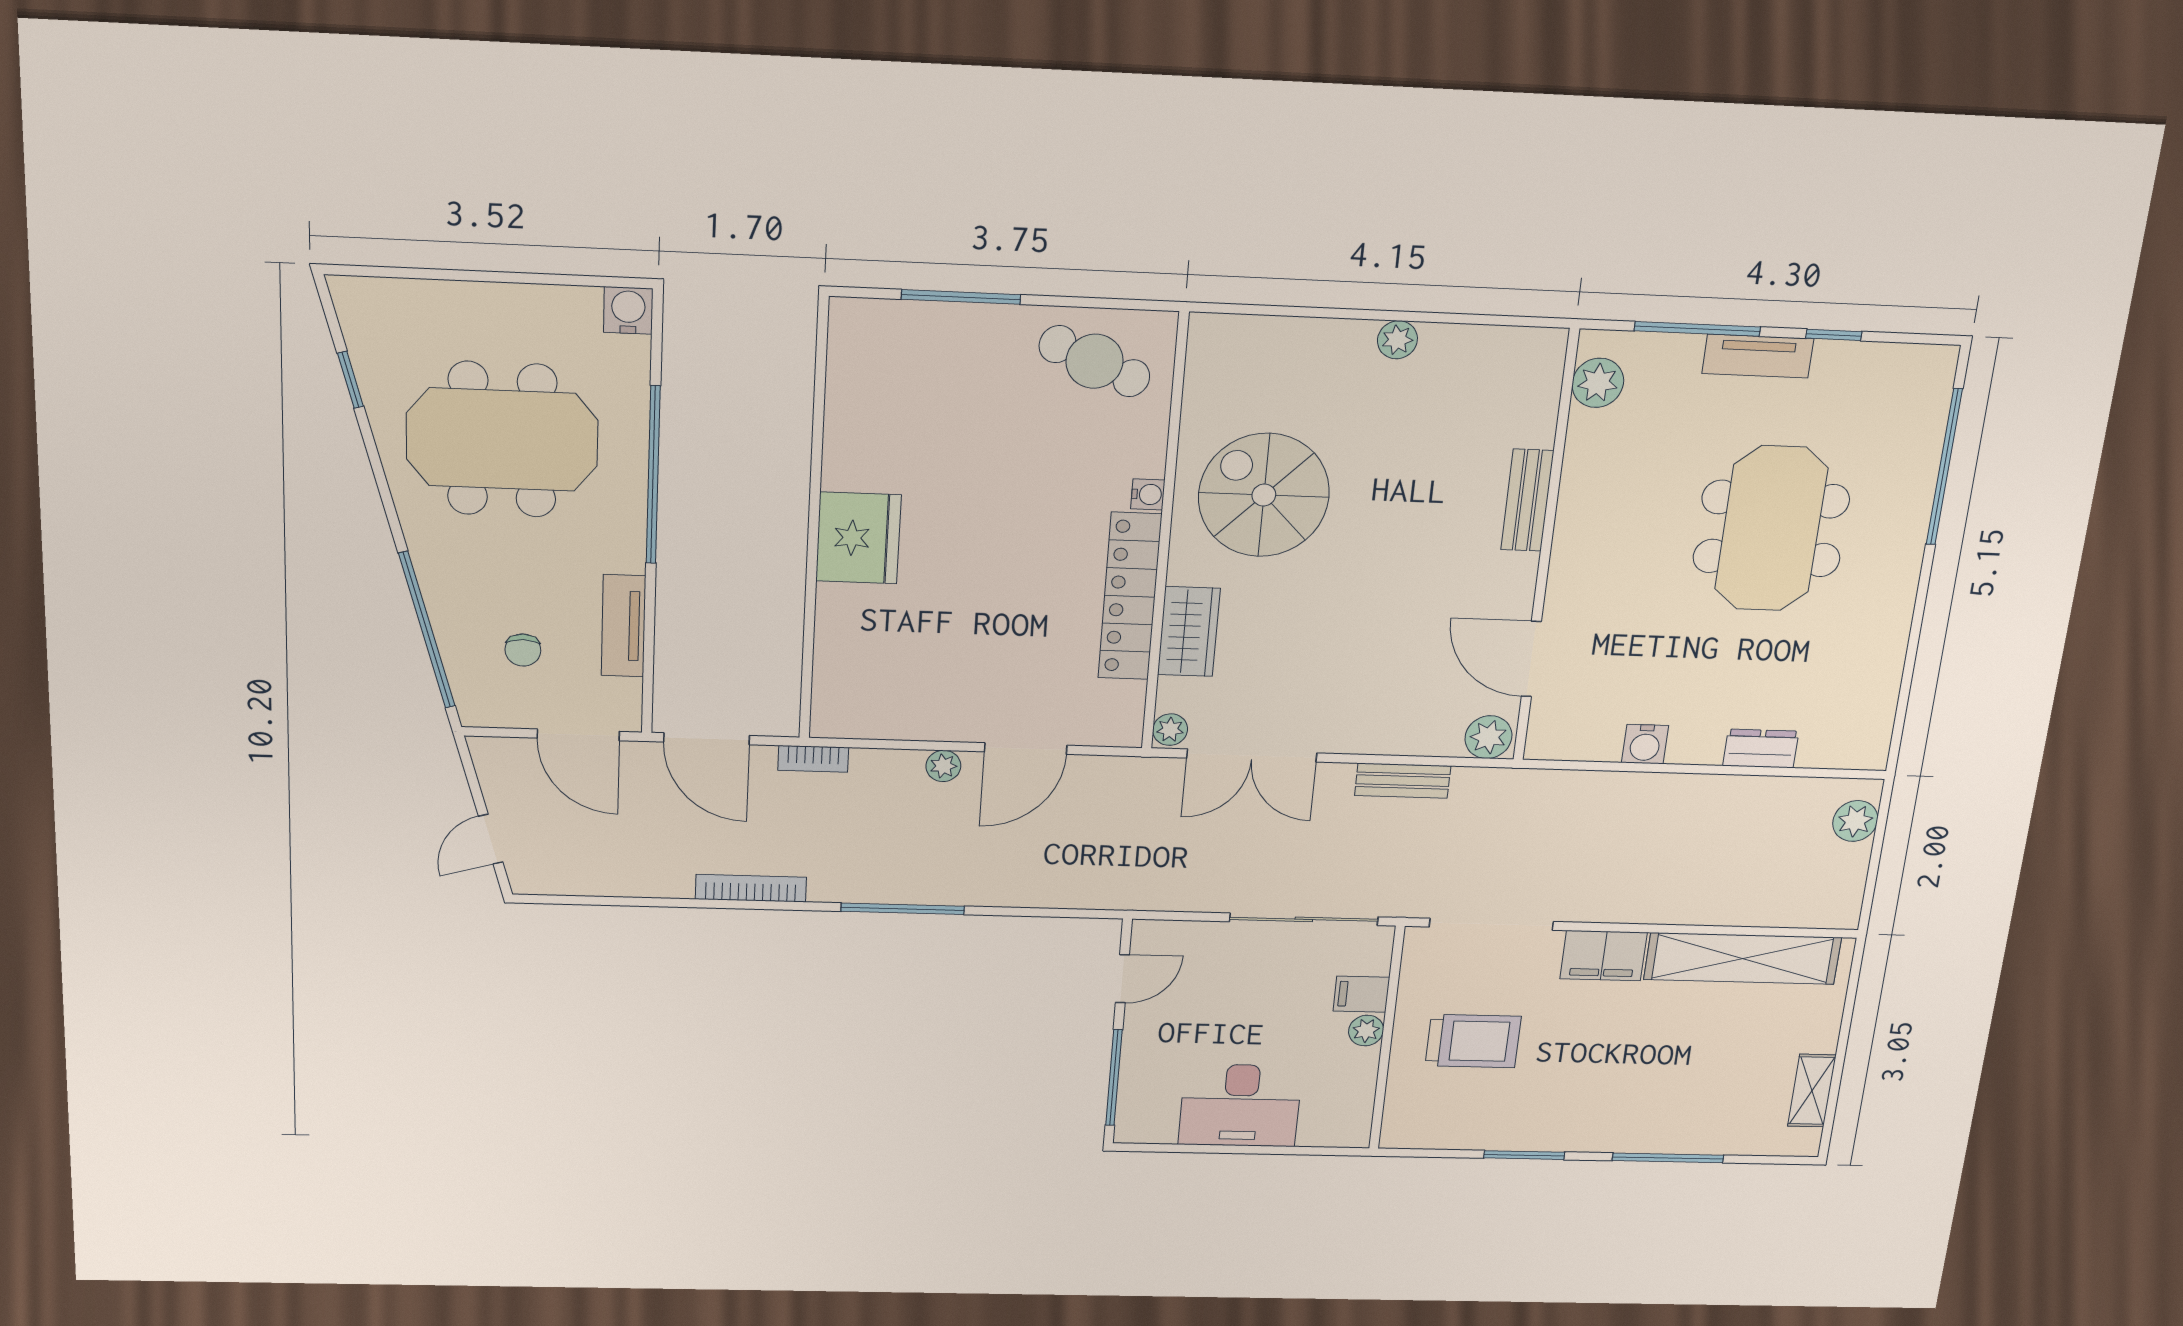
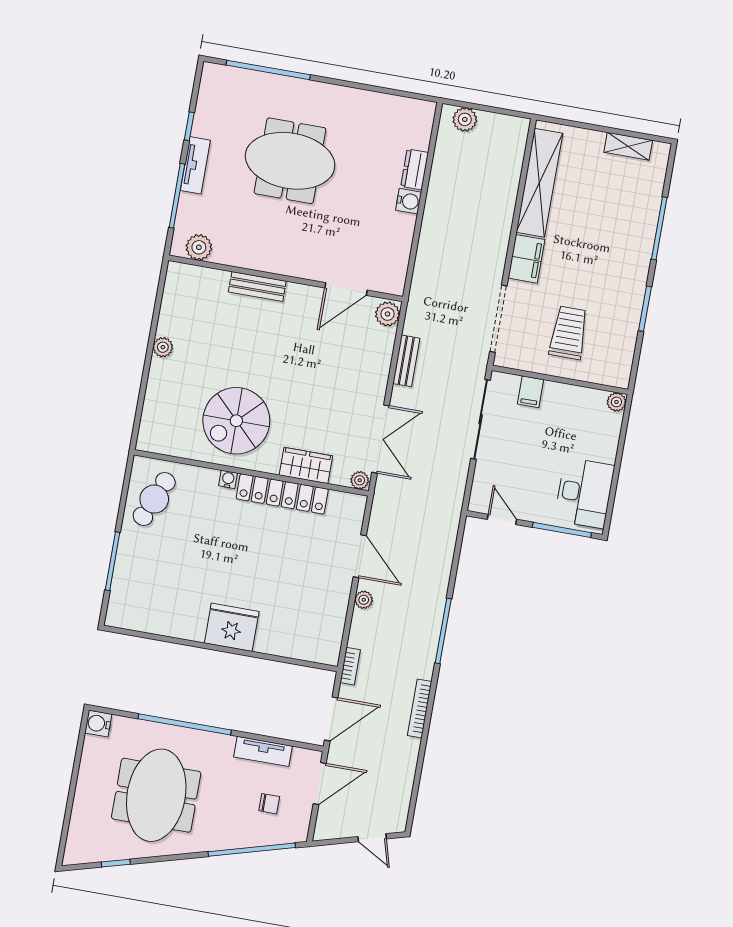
water cooler: (1645, 744) -> (409, 201), moved
plant: (1366, 1031) -> (616, 402), moved
desk: (1240, 1105) -> (584, 493), moved

